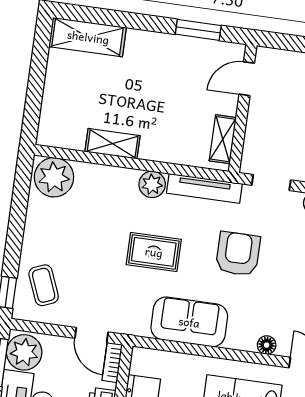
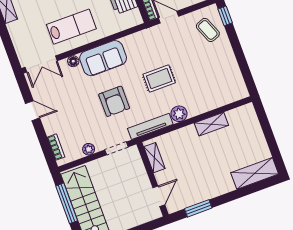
plant: (54, 177) -> (233, 90), removed
sofa: (189, 322) -> (103, 58), moved

